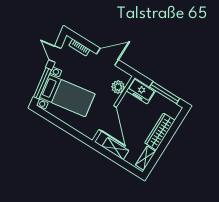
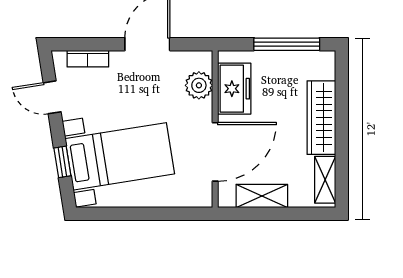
window: (42, 83) -> (62, 162), width x0.46
freezer: (141, 91) -> (234, 89), moved, turned -90
door: (108, 118) -> (215, 152), hinge flipped

